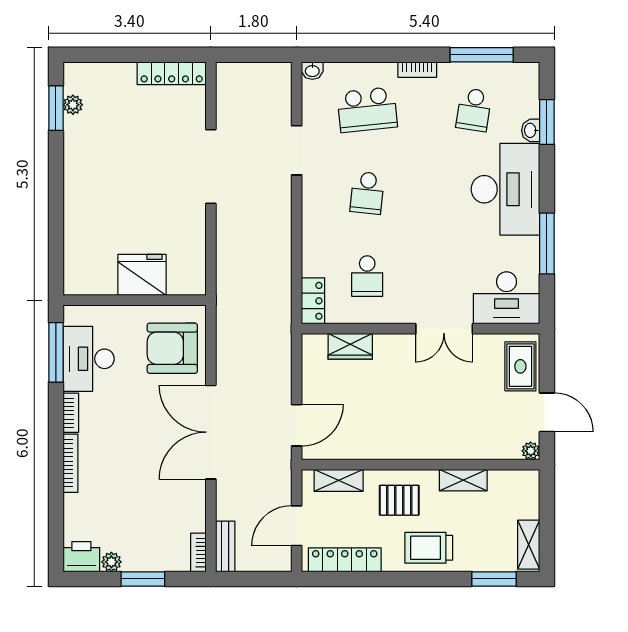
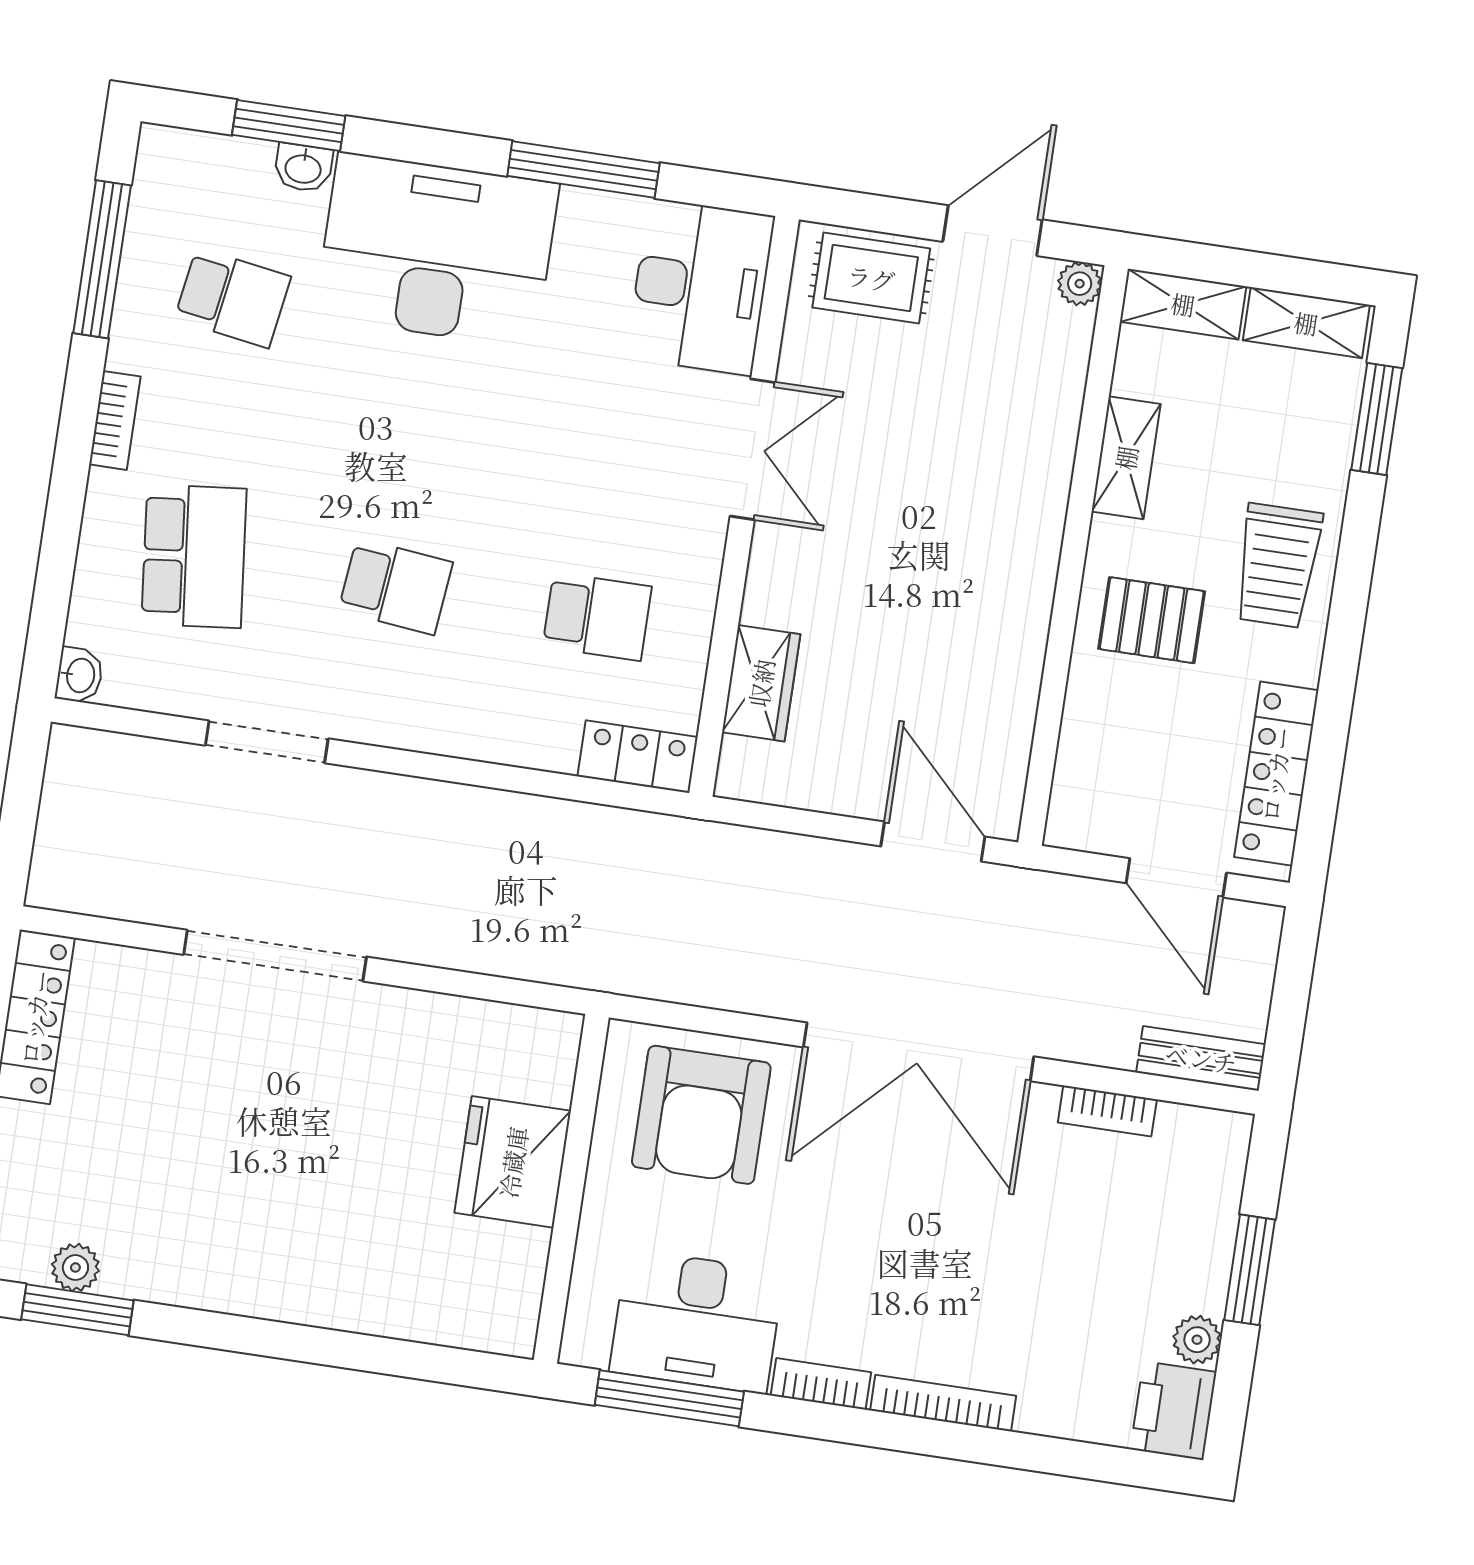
shelving: (339, 480) -> (1183, 304), moved, turned 90
pallet: (399, 500) -> (1152, 620), turned 90
bookcase: (198, 553) -> (1107, 1111), moved

